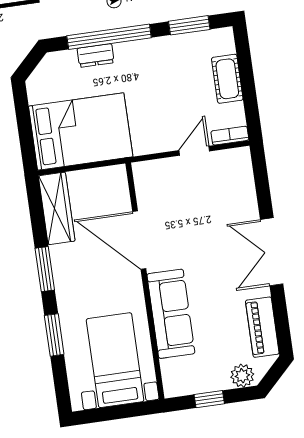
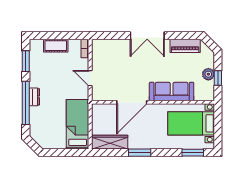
dresser: (96, 55) -> (34, 97), moved
bed: (81, 131) -> (78, 124), width x0.67
door: (194, 151) -> (90, 78), moved
window: (54, 335) -> (193, 153), moved
plant: (242, 376) -> (208, 74), moved

